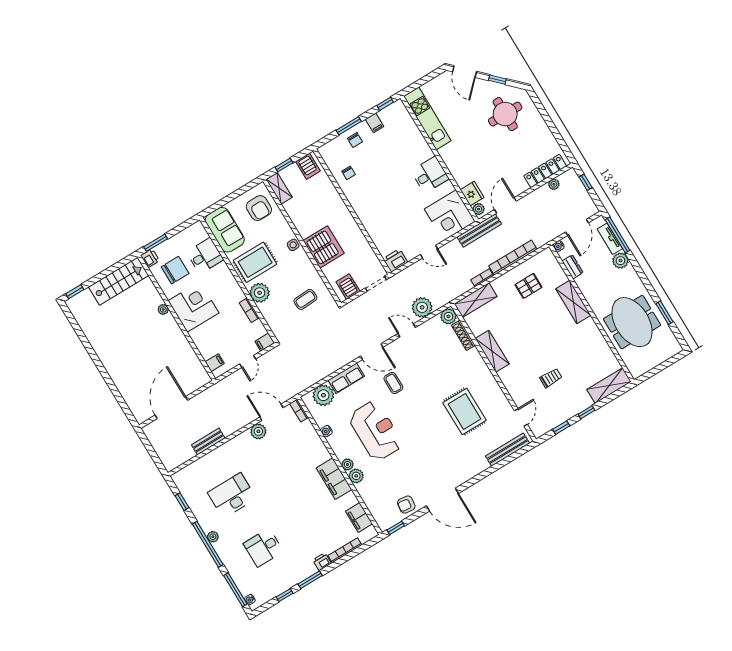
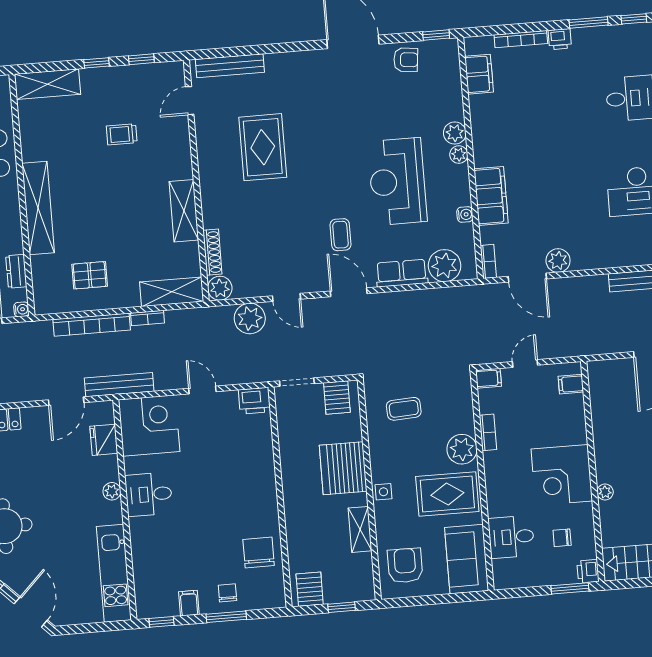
chair: (349, 173) -> (259, 552), width x1.87, depth x1.87
shelving: (279, 188) -> (360, 529), moved
plant: (479, 209) -> (112, 491), moved
chair: (175, 270) -> (562, 538), width x0.54, depth x0.54
shelving: (573, 302) -> (38, 208), width x1.47
filing cabinet: (334, 479) -> (491, 196), moved

